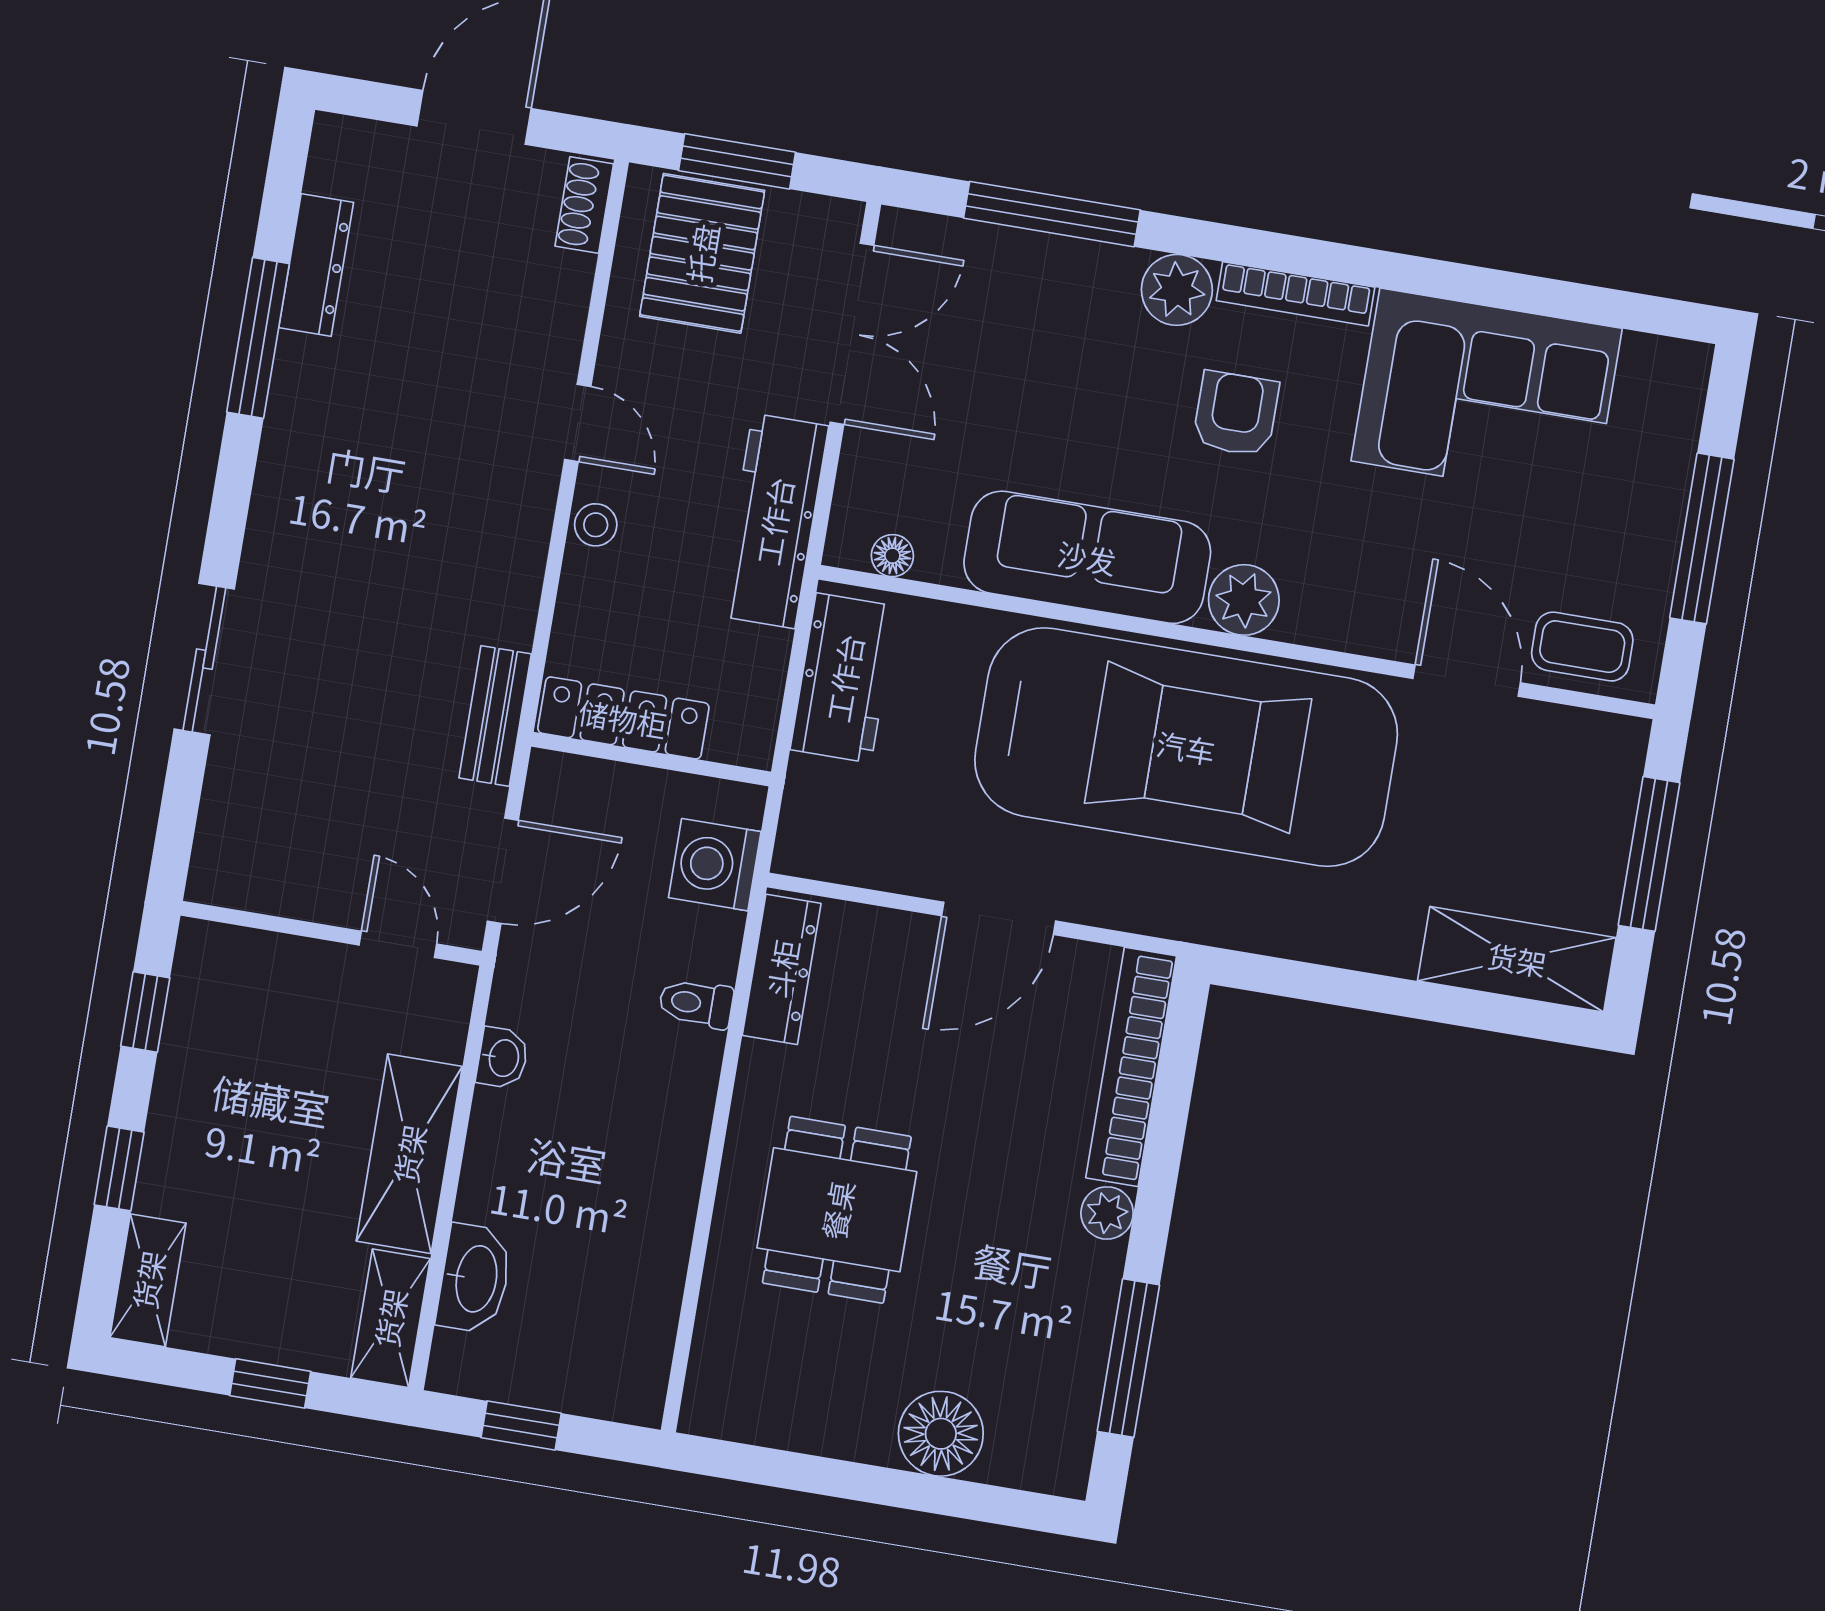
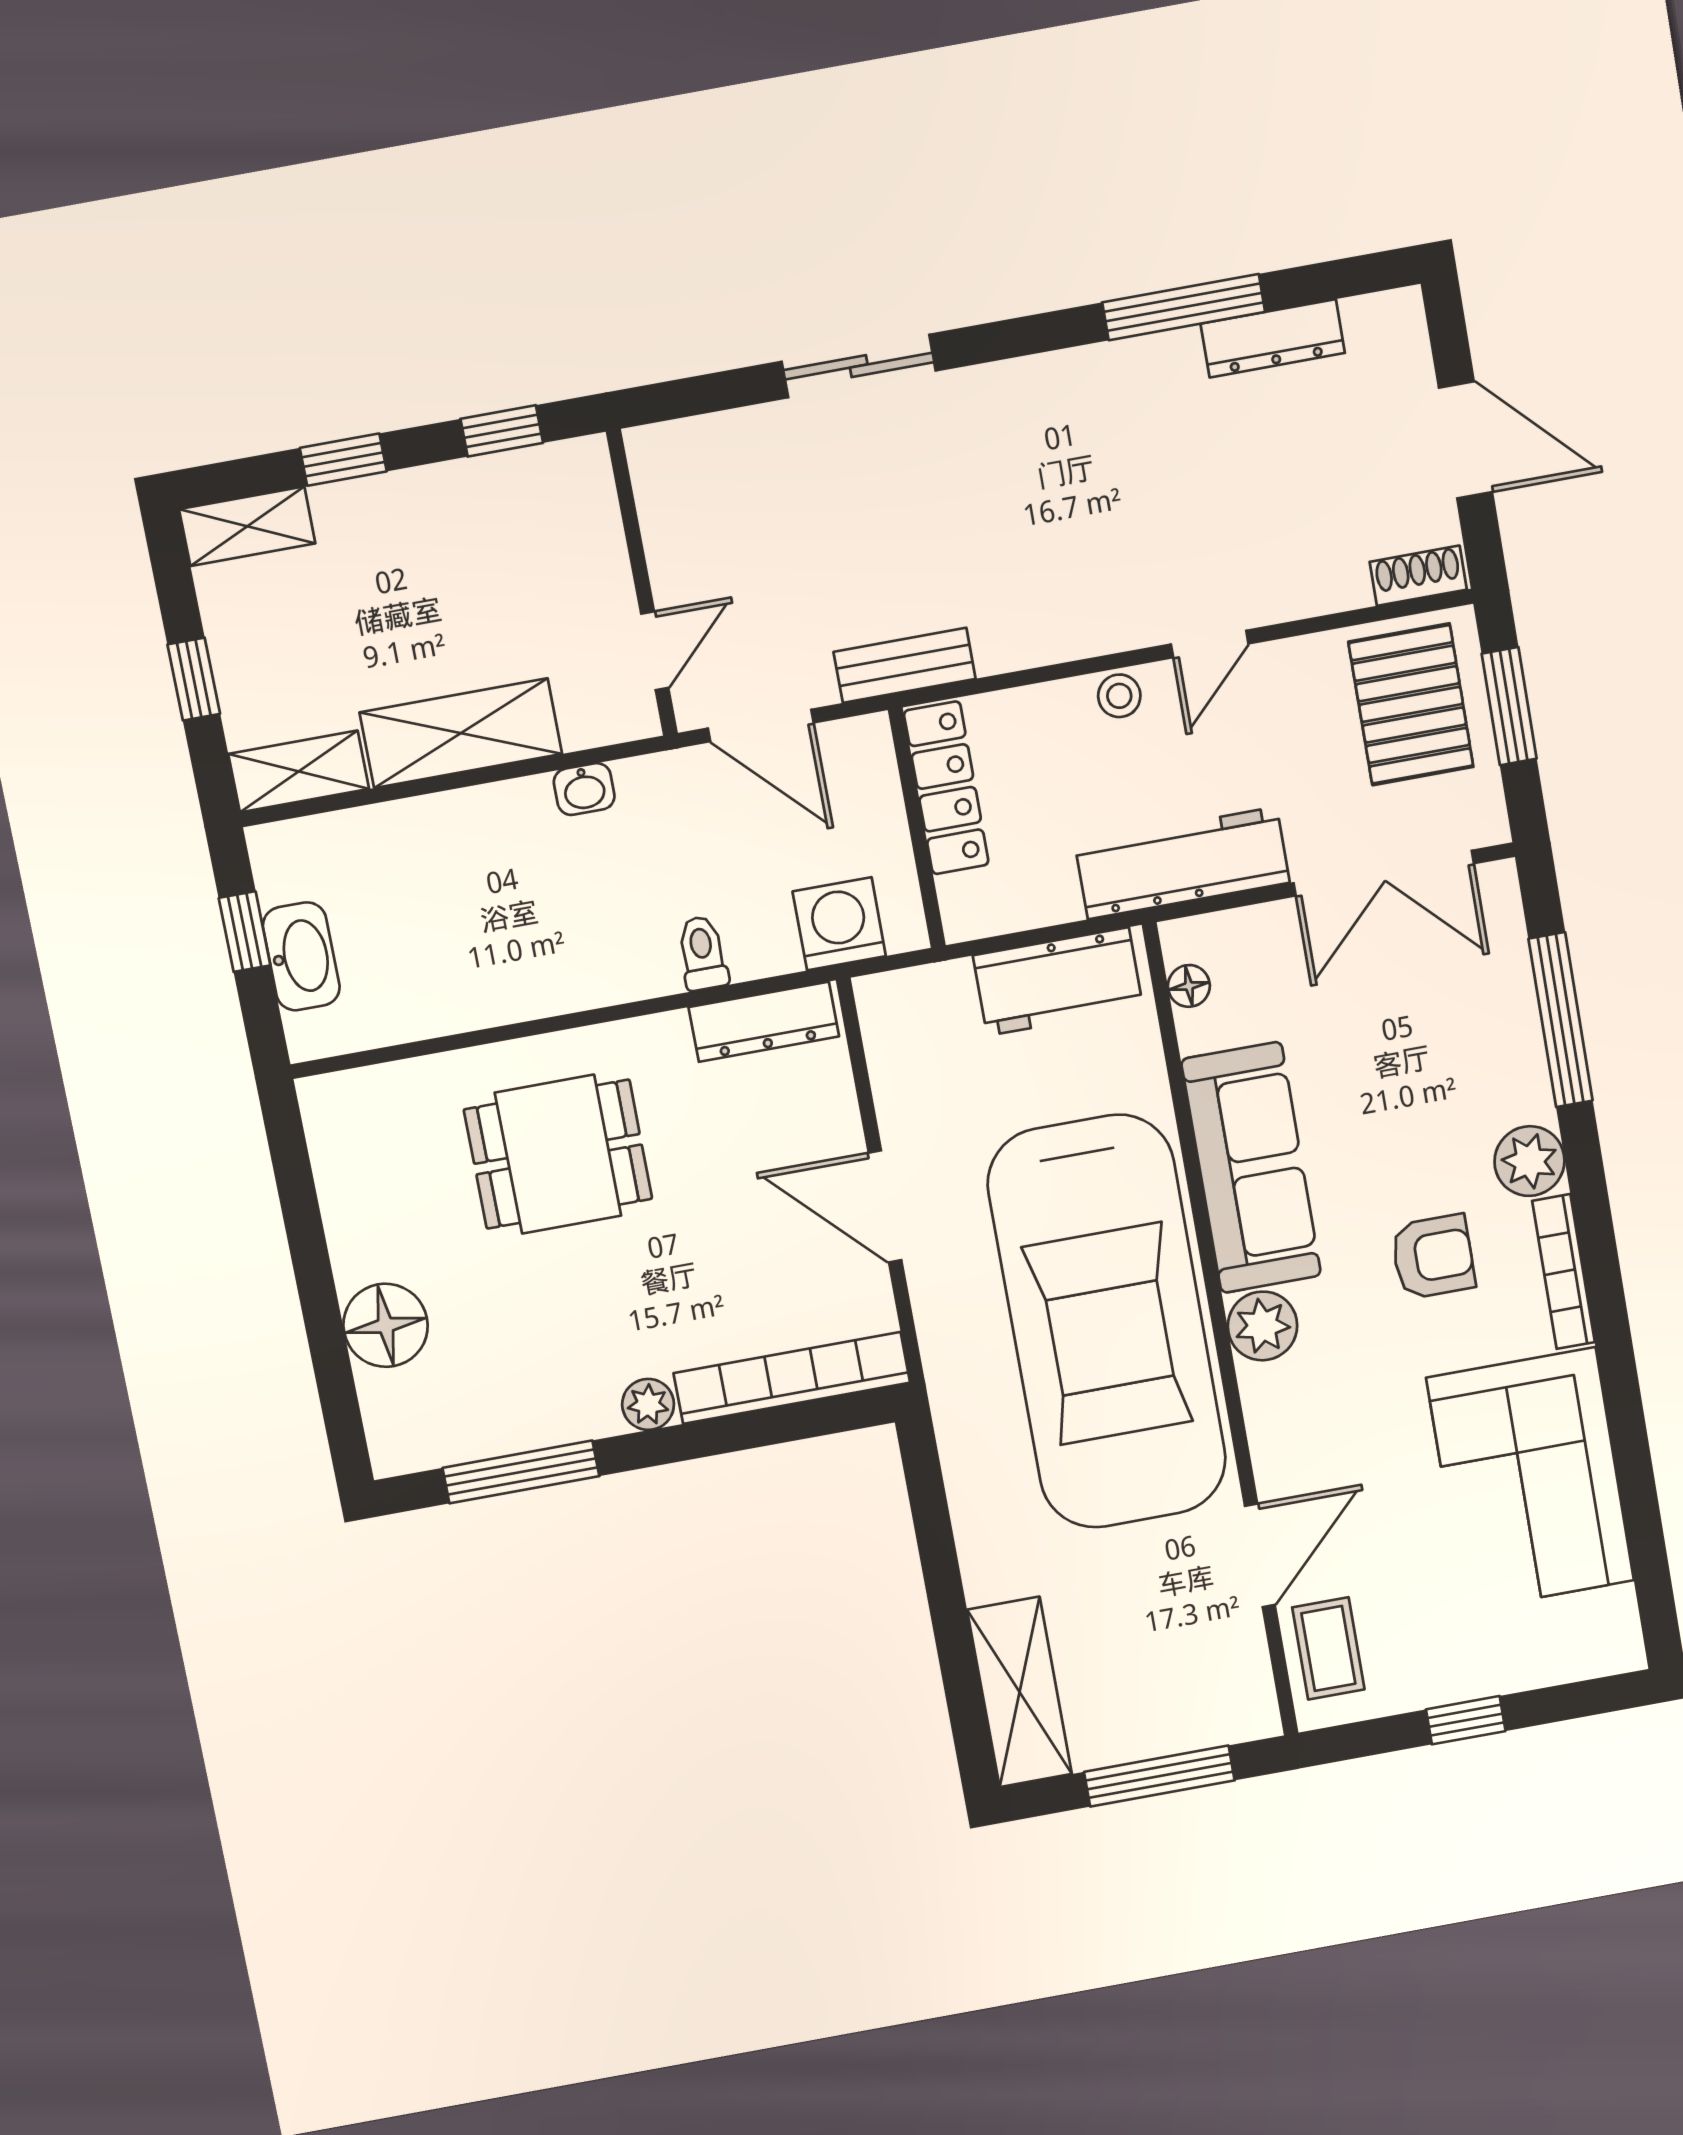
pallet: (702, 253) -> (1411, 704), turned 90
window: (1702, 538) -> (1466, 1720), width x0.46
washbasin: (475, 1279) -> (301, 956), moved, turned -90

